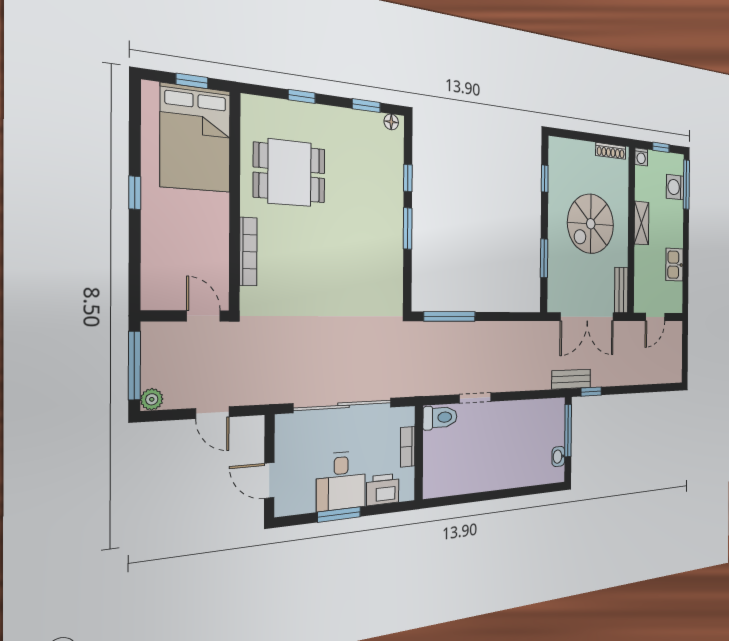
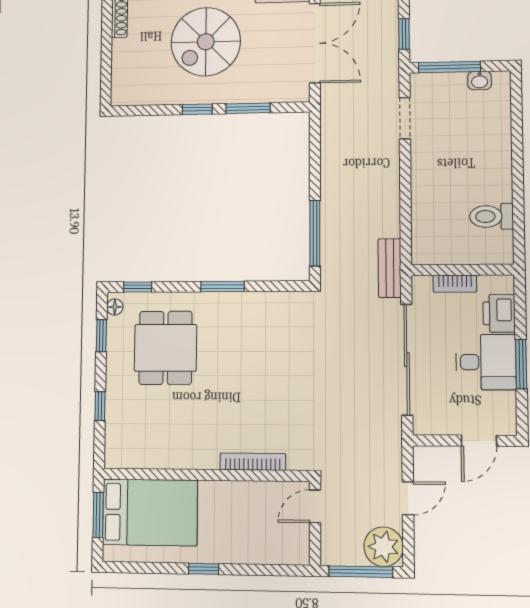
window: (192, 81) -> (98, 515), width x1.50
dining table: (290, 173) -> (166, 348), moved
window: (408, 178) -> (138, 287), moved
window: (545, 179) -> (197, 109), moved
spiral stairs: (591, 224) -> (206, 42), turned 90
bench: (571, 379) -> (390, 268), moved
doorway: (475, 398) -> (405, 118), moved
plant: (152, 399) -> (384, 547), width x1.87, depth x1.87
toilet: (440, 417) -> (491, 216), moved, turned -90

